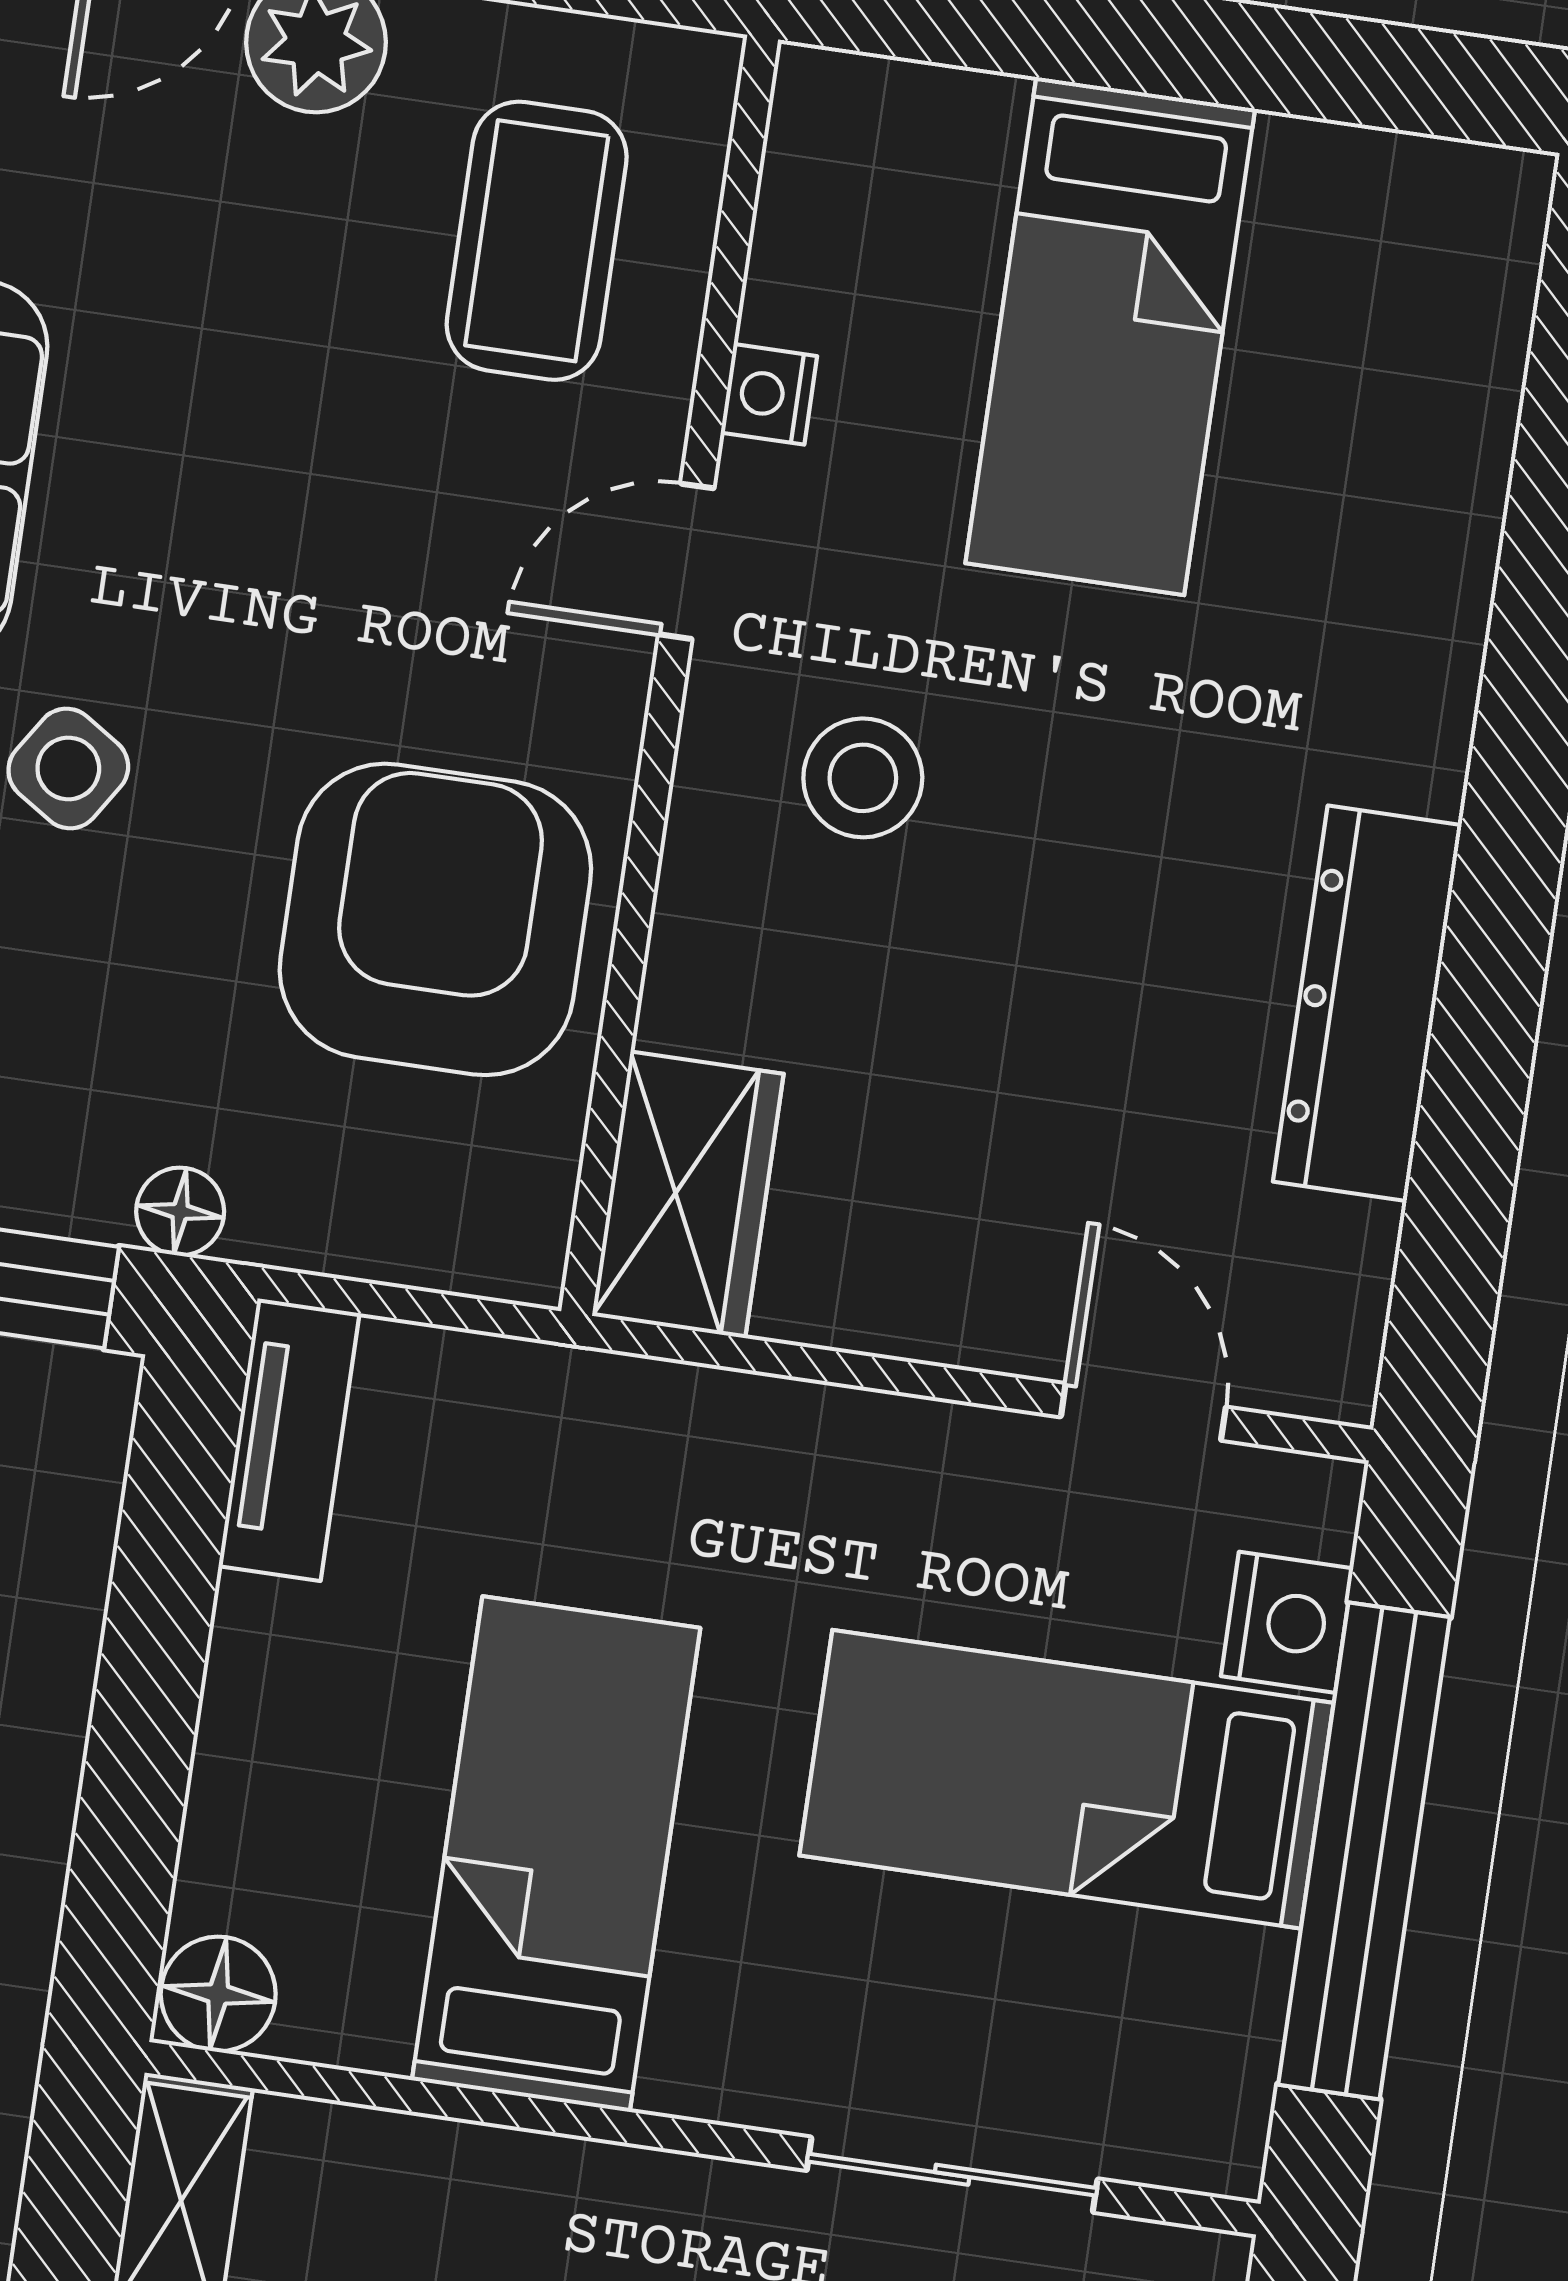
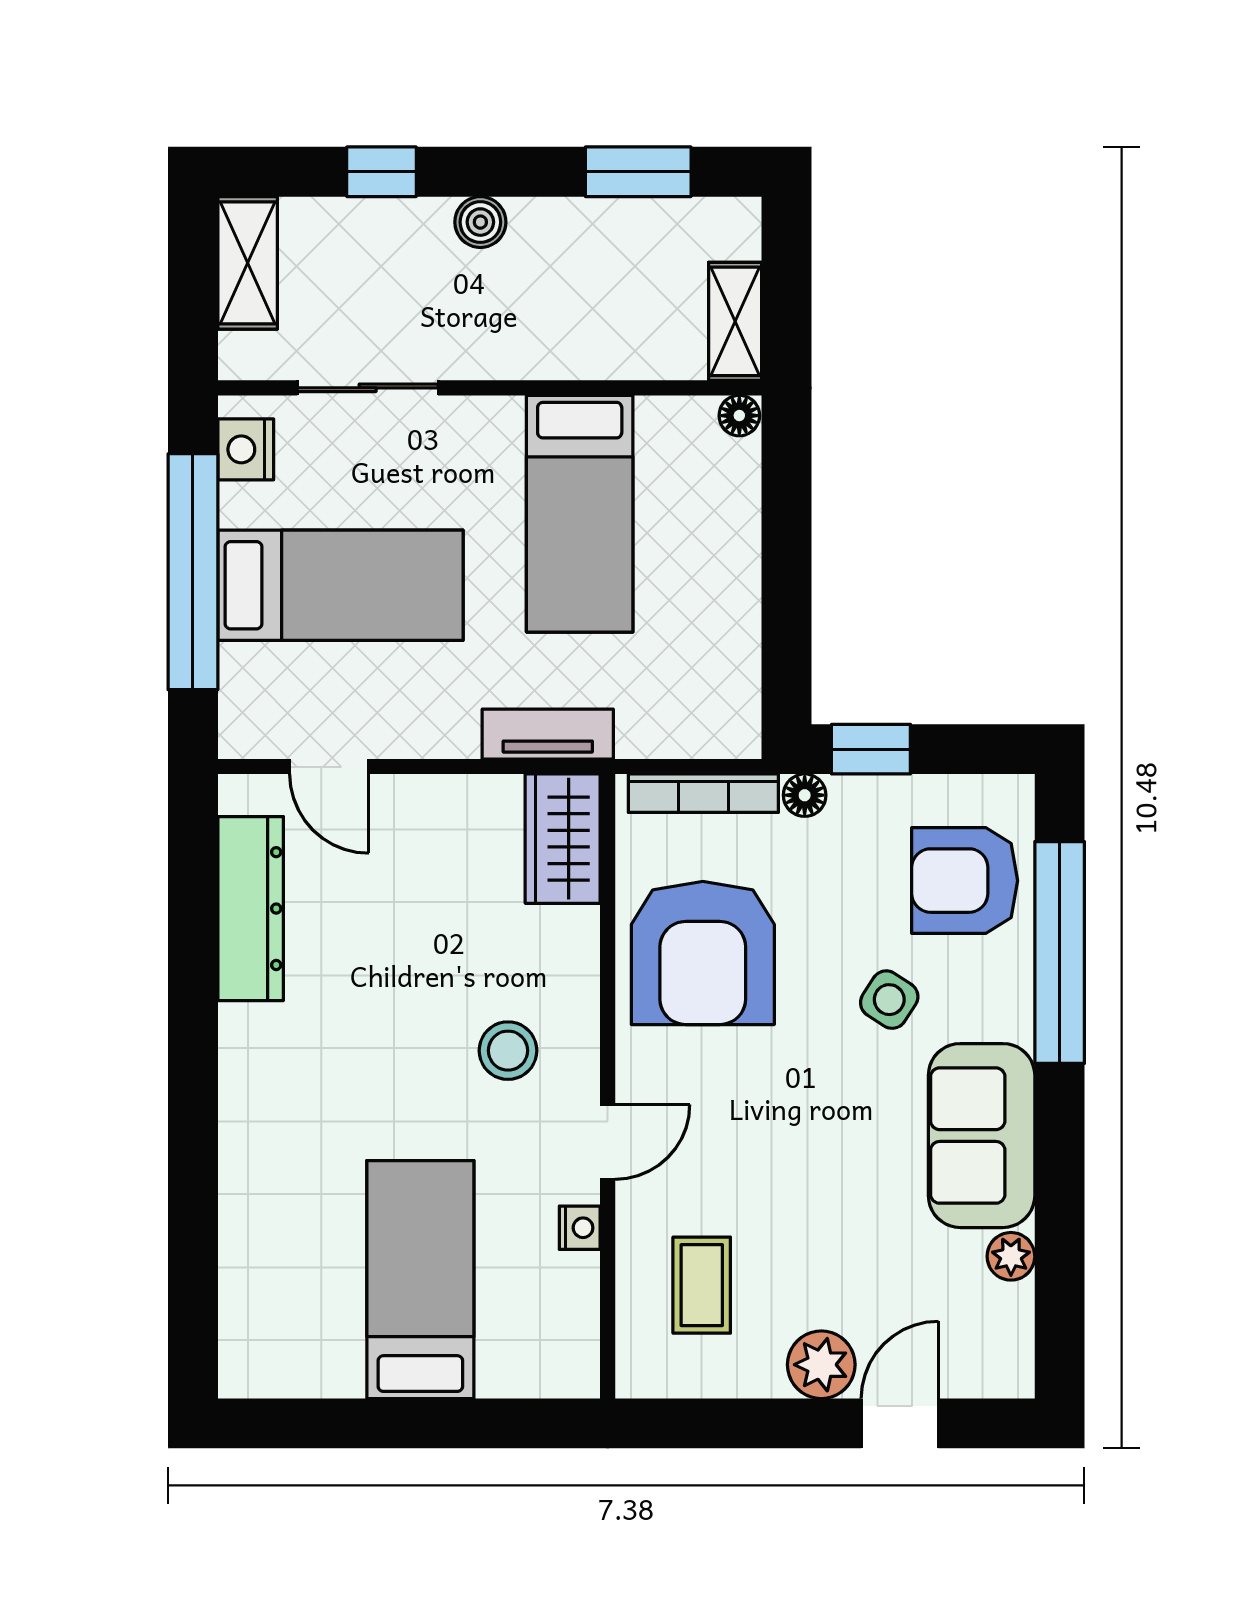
coffee table: (537, 241) -> (702, 1285), width x0.73, depth x0.77
dresser: (1367, 1003) -> (251, 909), moved
bookcase: (387, 1246) -> (703, 793), added
tv unit: (289, 1440) -> (548, 734), moved, turned 90
nightstand: (1287, 1622) -> (246, 449), moved
floor lamp: (218, 1994) -> (739, 416), width x0.73, depth x0.73

